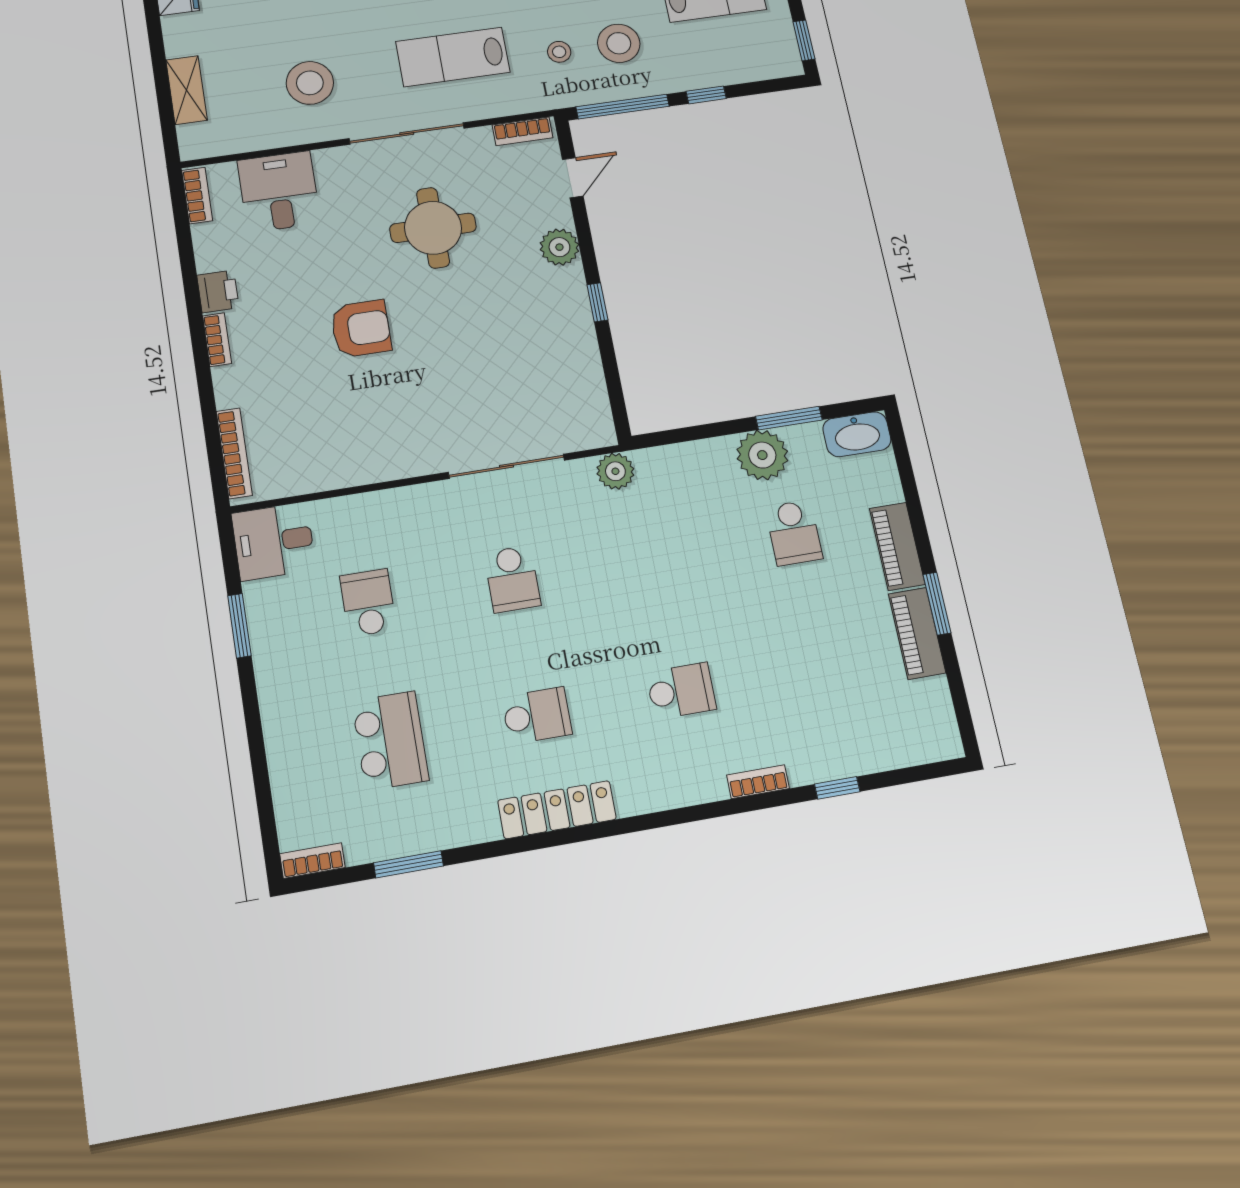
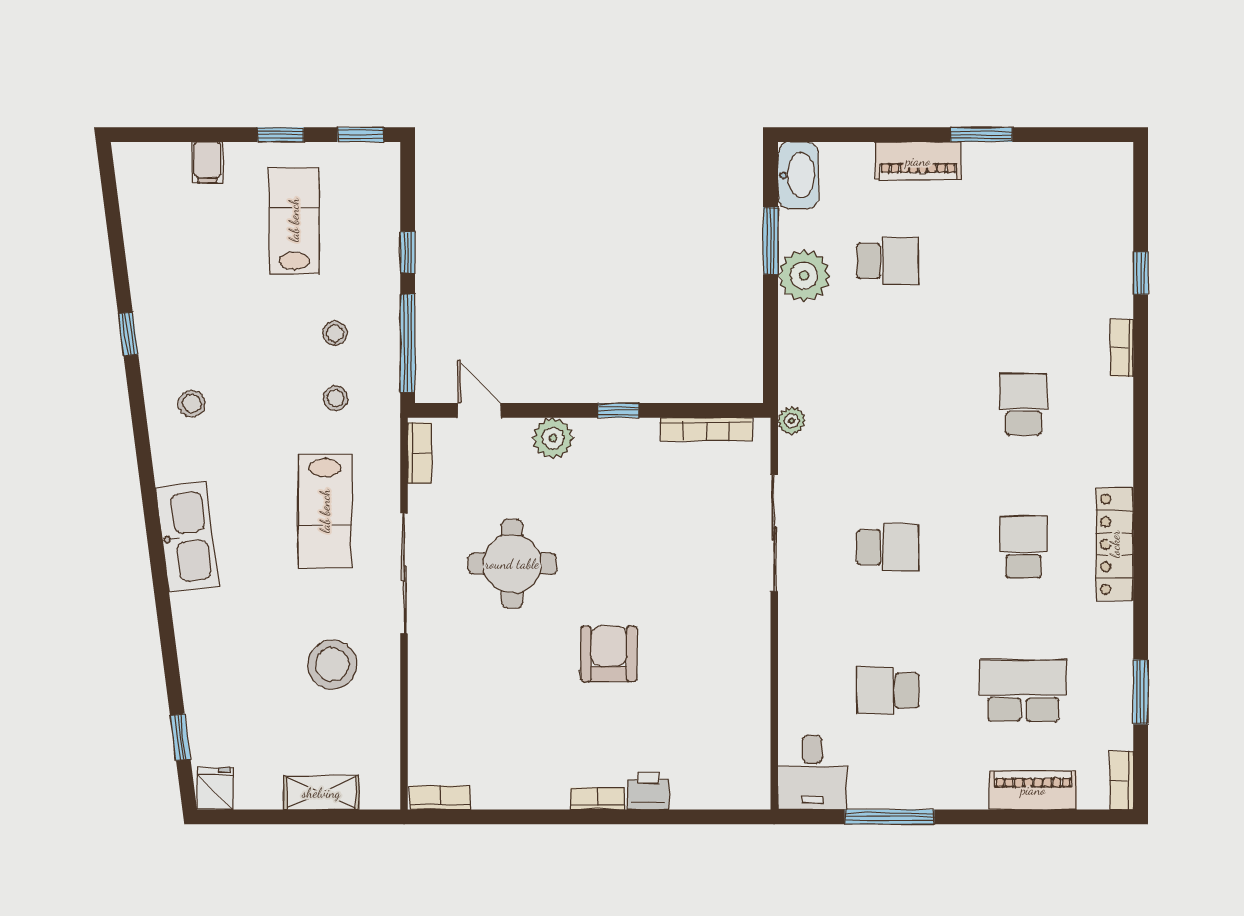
stool: (619, 43) -> (335, 333), width x0.53, depth x0.53
desk: (279, 192) -> (449, 714), removed
printer: (218, 291) -> (648, 791), moved
bookcase: (234, 453) -> (706, 429), moved, turned 180
plant: (615, 471) -> (792, 421), width x0.73, depth x0.73
window: (239, 626) -> (889, 817), width x1.44
piano: (917, 633) -> (1033, 790), moved, turned 180

